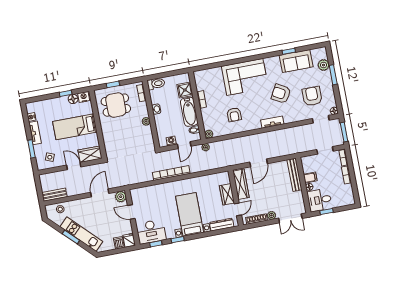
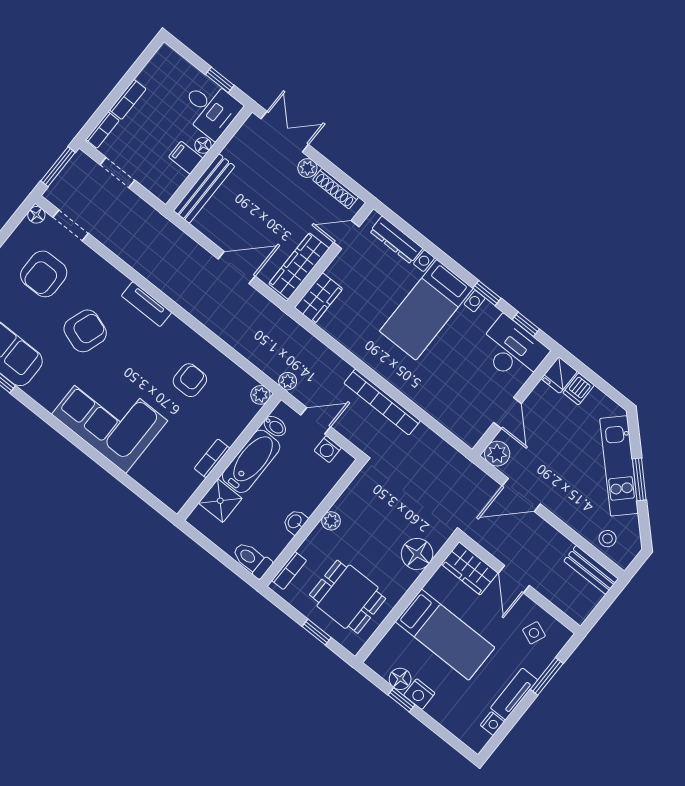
armchair: (281, 94) -> (85, 331), turned -100
nightstand: (84, 97) -> (419, 694), moved
floor lamp: (110, 141) -> (417, 554), added
wardrobe: (227, 194) -> (318, 298), moved

